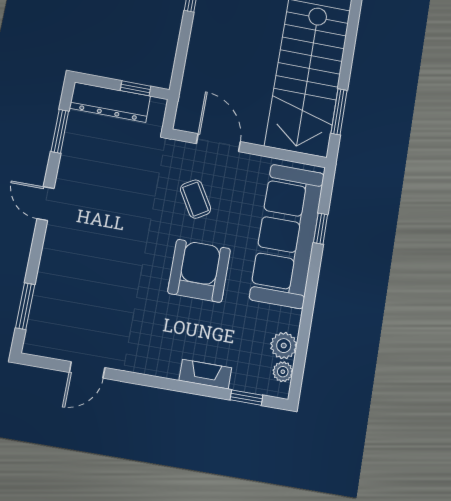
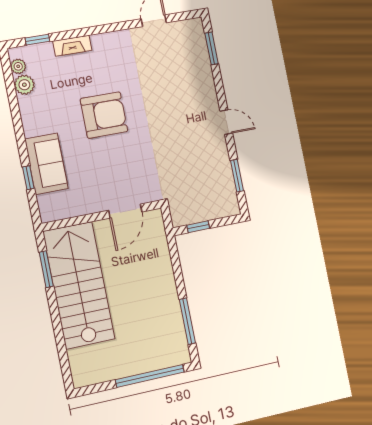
dresser: (110, 102) -> (212, 210), removed
door: (218, 143) -> (125, 211), hinge flipped
coffee table: (196, 199) -> (126, 165), removed
sofa: (287, 236) -> (46, 164), width x0.54, depth x0.79
armchair: (199, 271) -> (104, 115), turned -90

